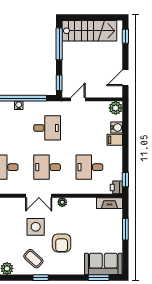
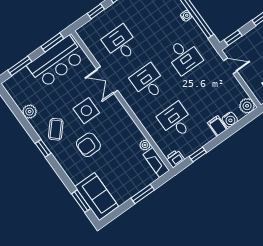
window: (125, 180) -> (198, 155), moved
double door: (39, 196) -> (107, 80), moved
plant: (62, 202) -> (145, 145), moved

